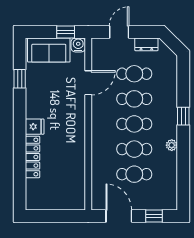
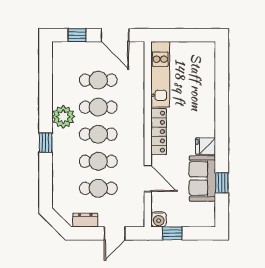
sofa: (49, 50) -> (202, 178), moved, turned -90
door: (88, 83) -> (148, 179), swing flipped
fridge: (35, 127) -> (206, 146), moved
plant: (172, 145) -> (63, 117), width x1.88, depth x1.88
locker: (33, 157) -> (159, 132), moved, turned 180
kitchen unit: (77, 180) -> (160, 74), added

